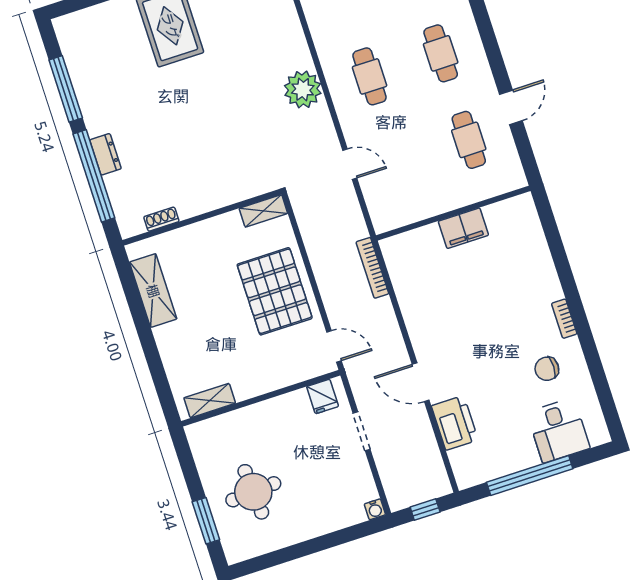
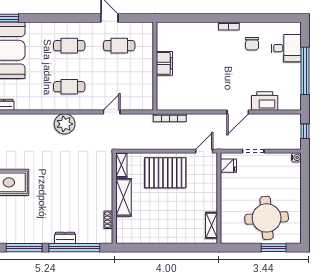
shelving: (153, 291) -> (123, 197), moved, turned 90
round table: (253, 492) -> (267, 218), width x1.36, depth x1.36

